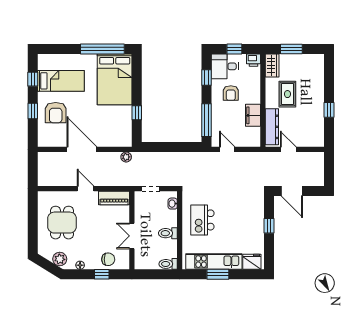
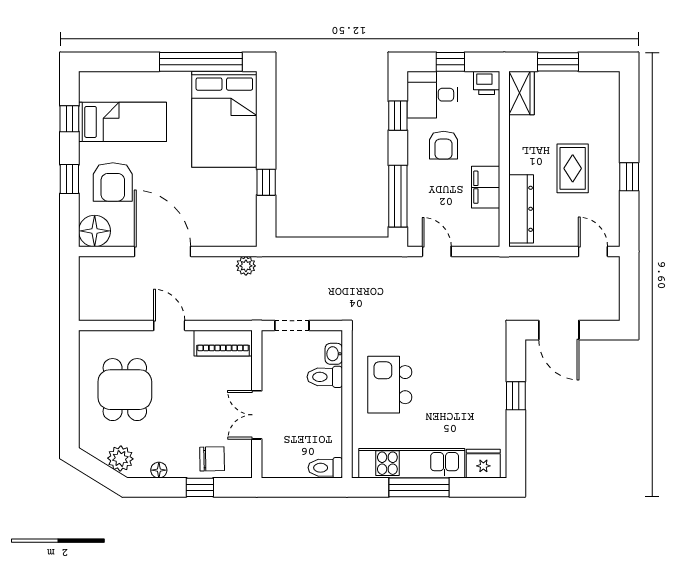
rug: (287, 94) -> (573, 168), moved
floor lamp: (46, 139) -> (95, 231), added
door: (288, 149) -> (593, 251), moved
toilet: (168, 233) -> (325, 377), moved
window: (218, 274) -> (419, 487), width x1.44

